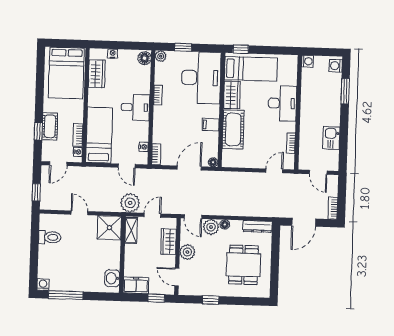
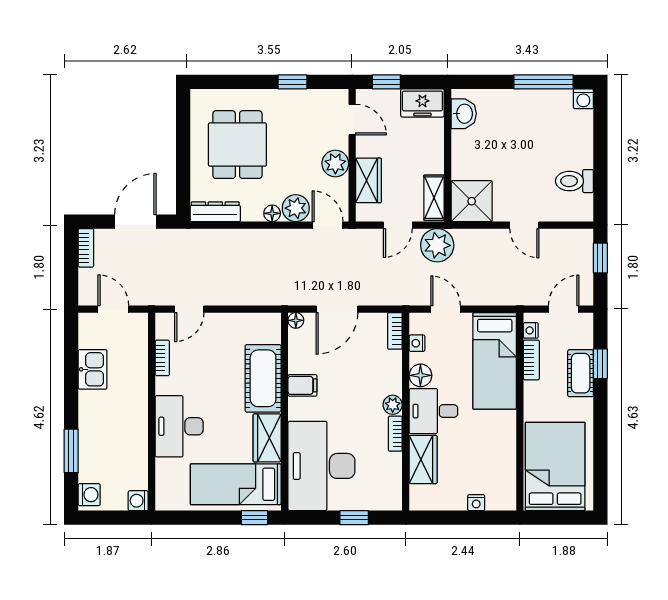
plant: (161, 56) -> (393, 405), moved
floor lamp: (145, 58) -> (420, 375), moved
wardrobe: (97, 74) -> (423, 459), moved, turned 180

